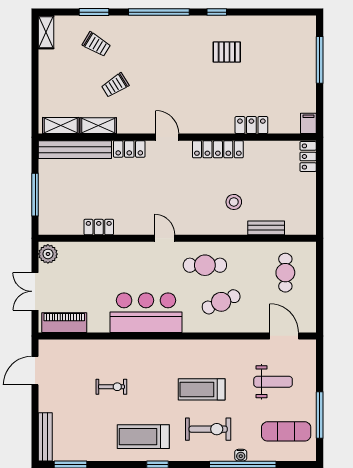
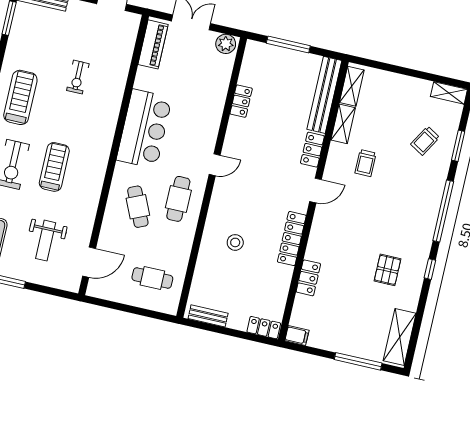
shelving: (288, 26) -> (400, 337), added
trolley: (115, 85) -> (366, 163), moved, turned -148
bench: (266, 228) -> (208, 316), moved, turned 90

